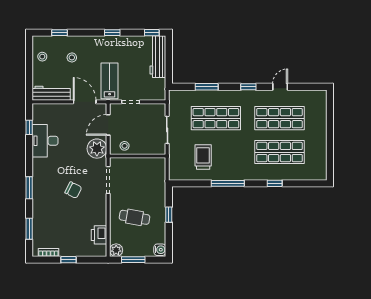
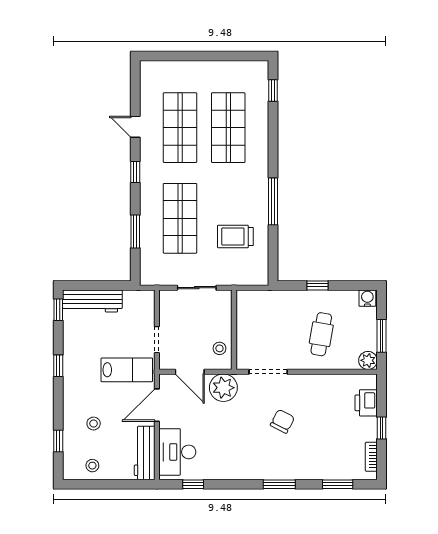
lab bench: (110, 81) -> (127, 370), turned 180
desk: (45, 141) -> (177, 452), moved, turned 90
window: (275, 183) -> (273, 91), moved
printer: (99, 235) -> (366, 403), moved, turned 90

